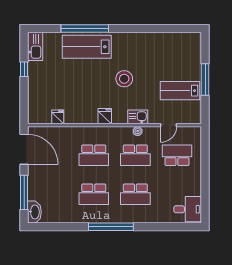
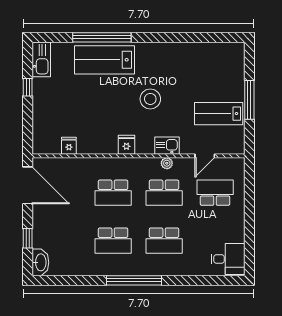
window: (24, 192) -> (28, 238), width x0.46

